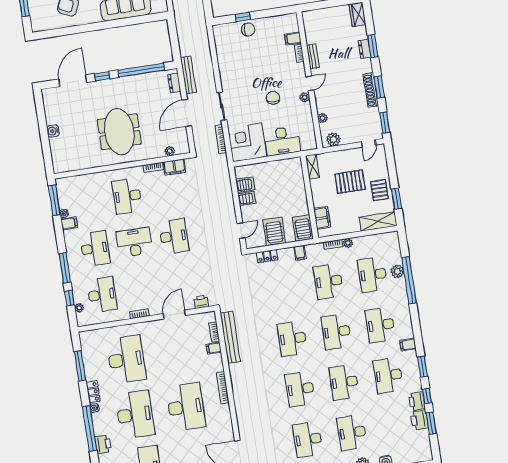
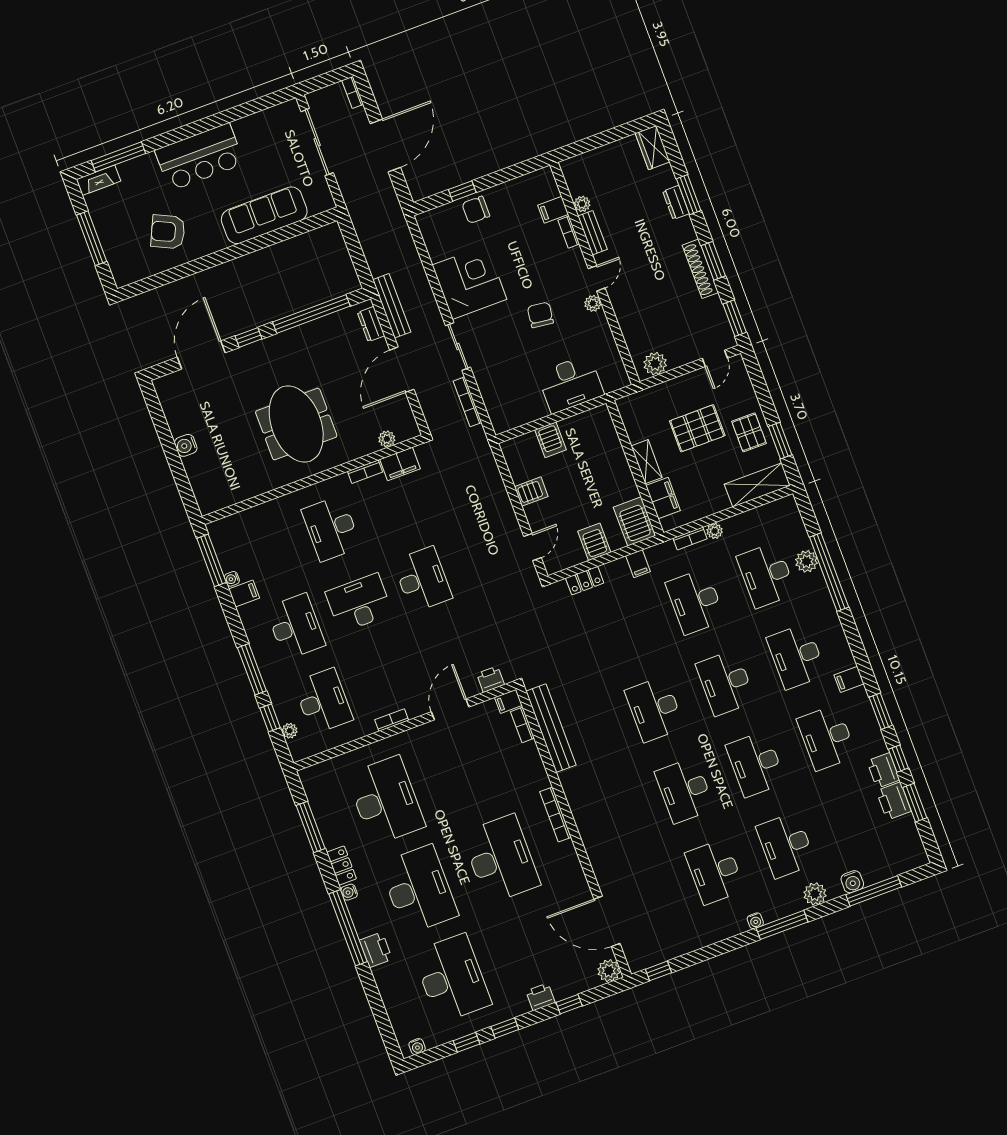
chair: (248, 29) -> (476, 210), turned 180
plant: (323, 118) -> (582, 204), moved
corner desk: (247, 142) -> (469, 282), moved, turned 90
shelving: (313, 167) -> (647, 462), moved
server rack: (245, 185) -> (550, 440), moved, turned 90
server rack: (274, 231) -> (594, 542), width x0.73, depth x0.70
filing cabinet: (214, 348) -> (508, 701), moved

